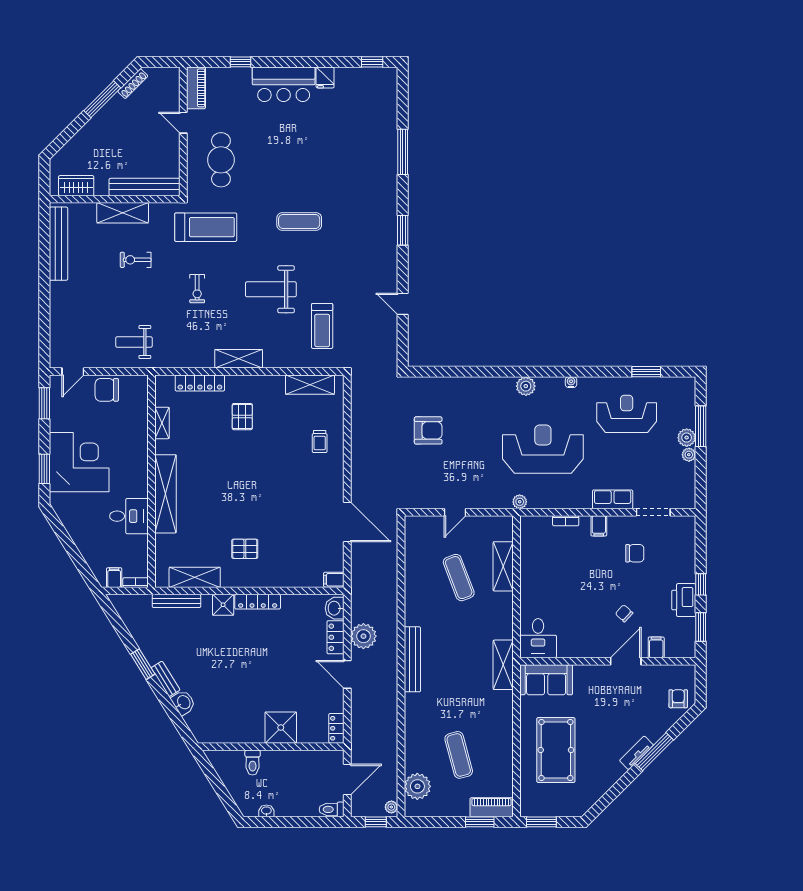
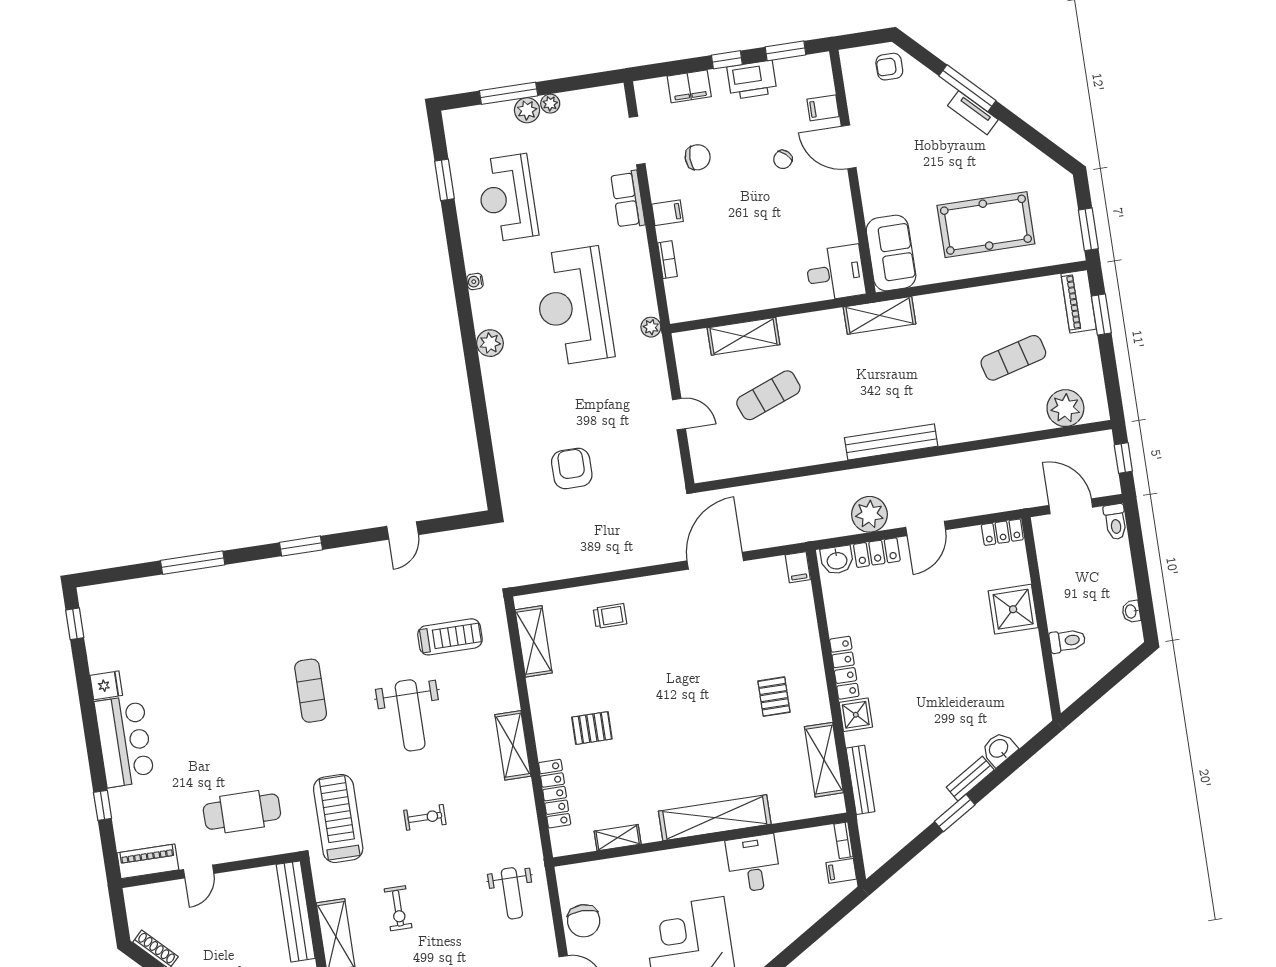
chair: (635, 553) -> (698, 157), turned 90
filing cabinet: (686, 555) -> (689, 86), added
plant: (391, 807) -> (1099, 440), removed

